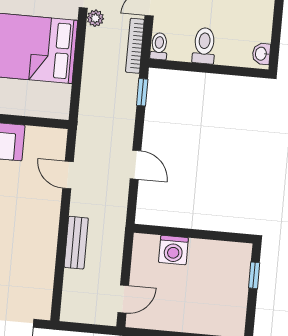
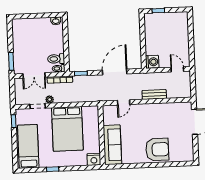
toilet: (204, 46) -> (56, 59), moved
door: (136, 165) -> (115, 72), width x1.87
washing machine: (173, 250) -> (152, 62), moved

